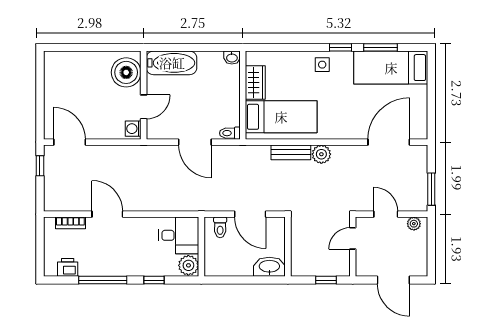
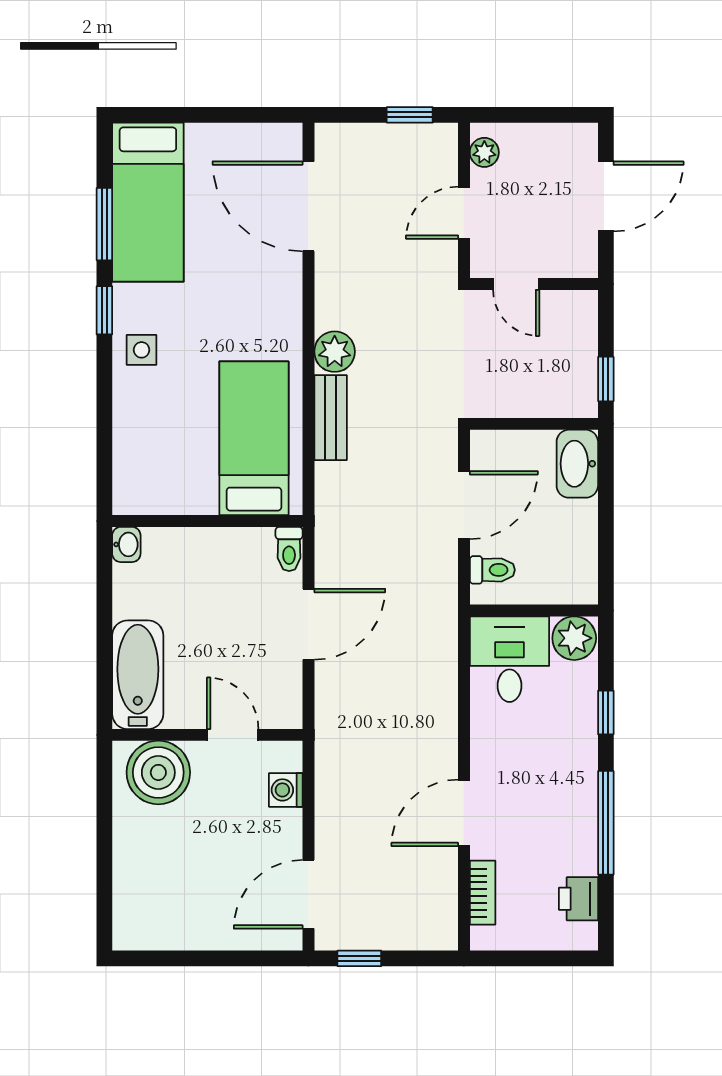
wardrobe: (255, 82) -> (180, 494), removed
washing machine: (133, 129) -> (286, 790), moved, turned 90
window: (431, 189) -> (410, 115), width x0.67
window: (326, 280) -> (606, 379), moved

